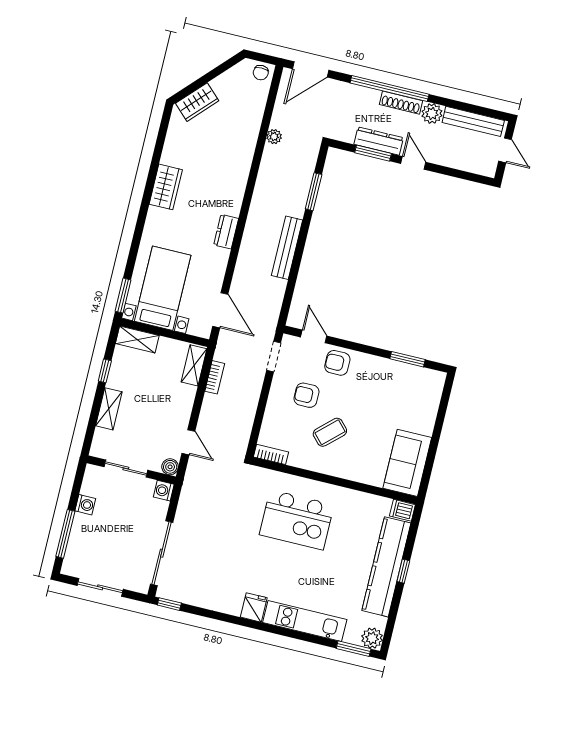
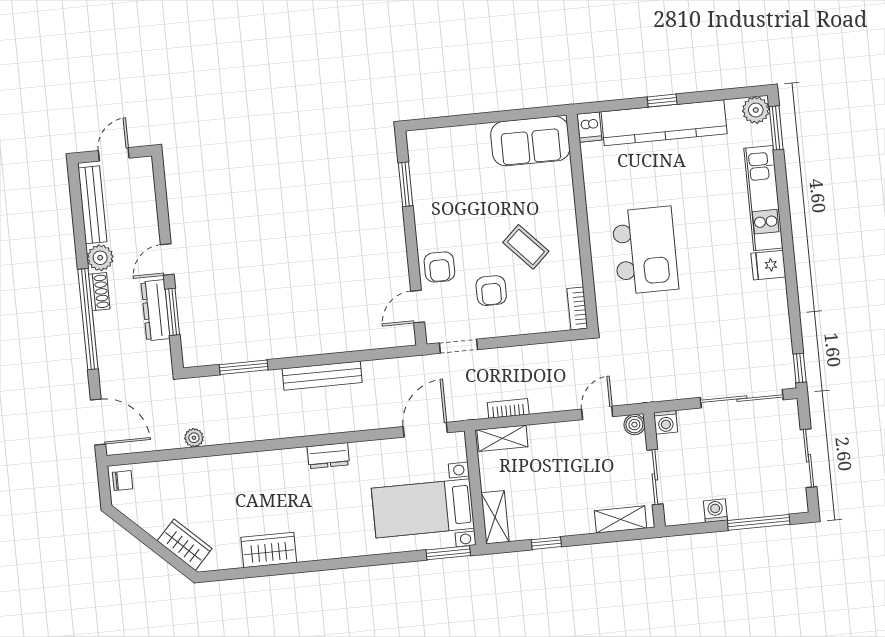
shoe rack: (401, 103) -> (99, 292), width x0.70
wardrobe: (166, 187) -> (269, 550), moved
shelving: (109, 409) -> (621, 519), moved

